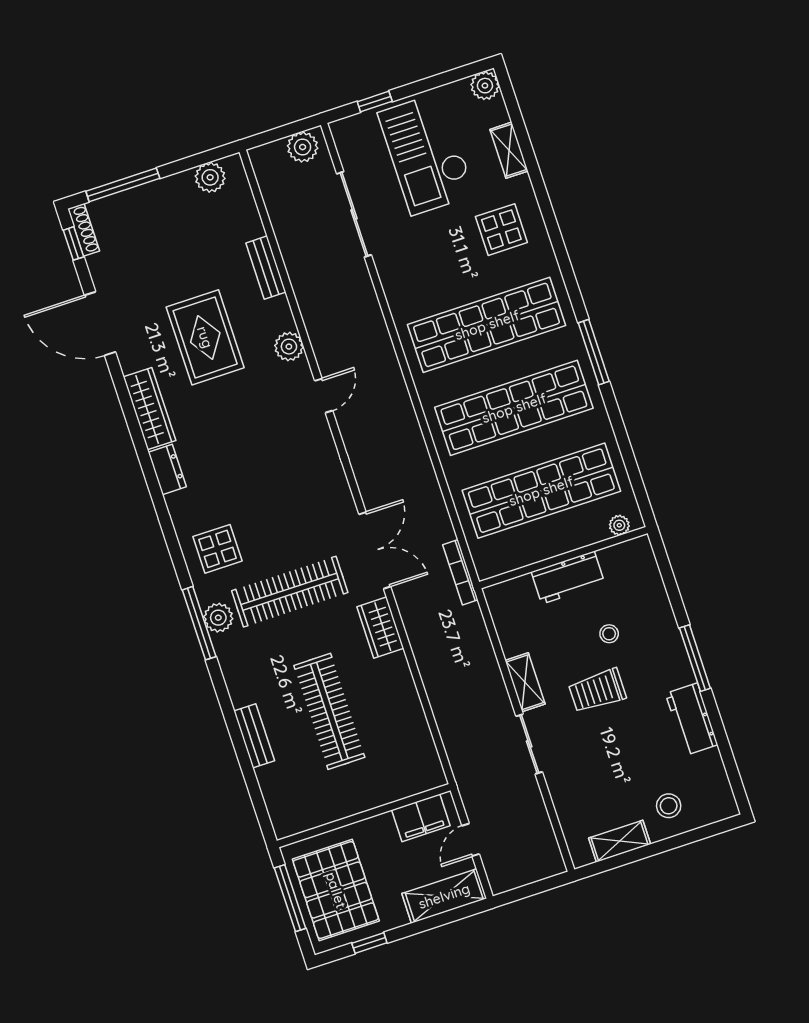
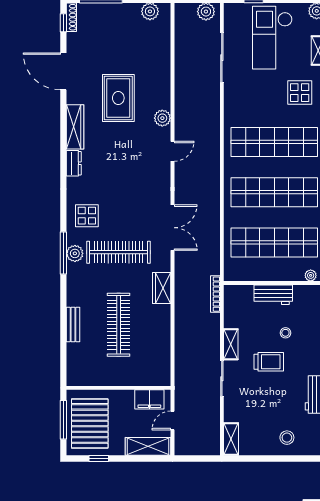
bench: (266, 268) -> (164, 71), removed
double door: (375, 550) -> (173, 228), moved
bookcase: (460, 572) -> (215, 294), moved
trolley: (597, 691) -> (269, 362), turned 180
shelving: (620, 841) -> (231, 439), moved, turned 90

